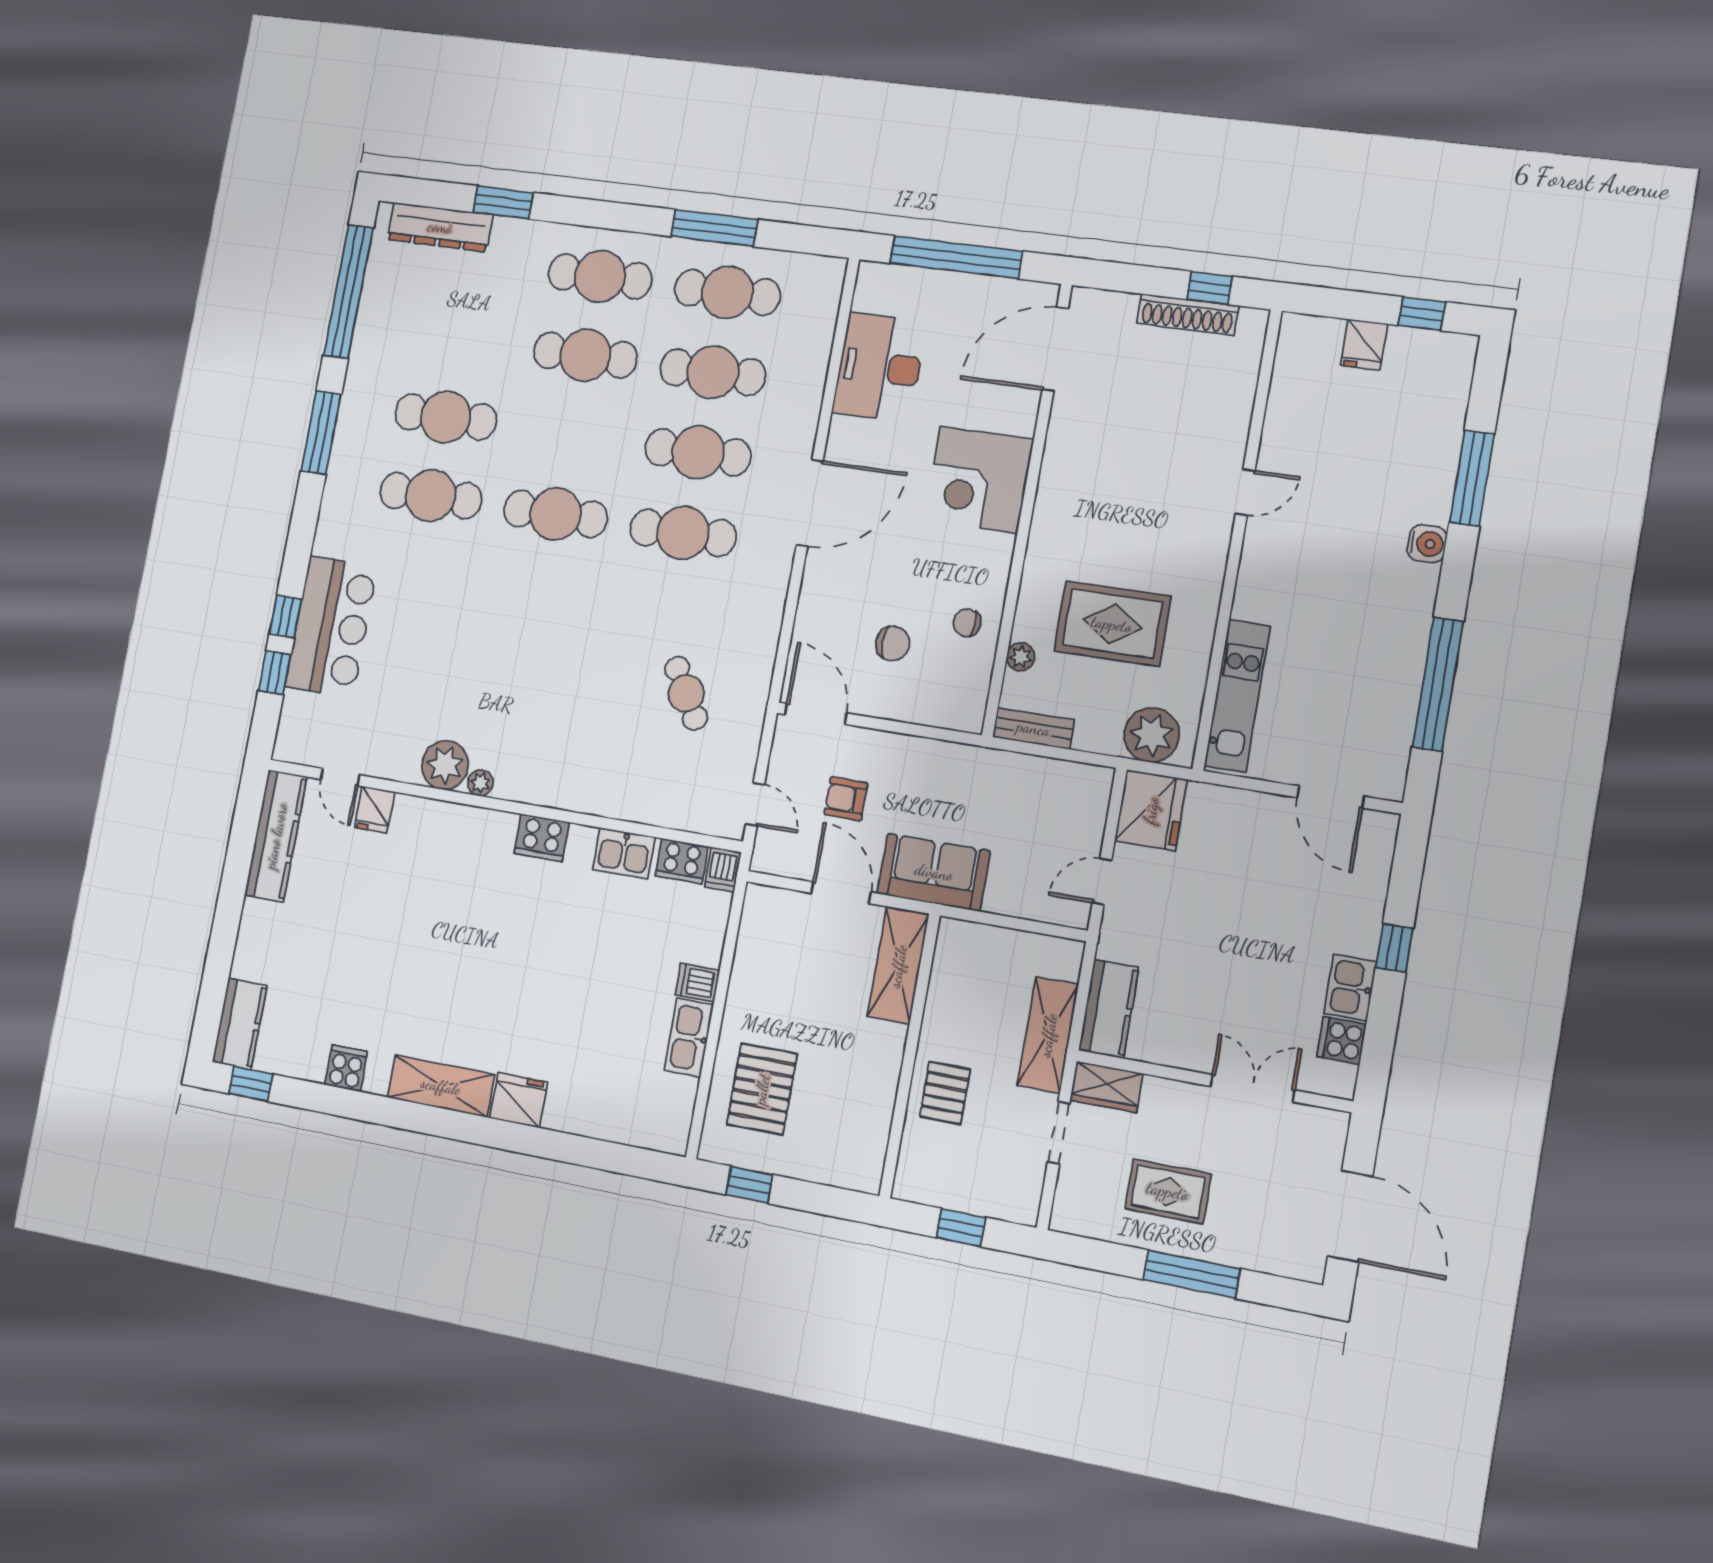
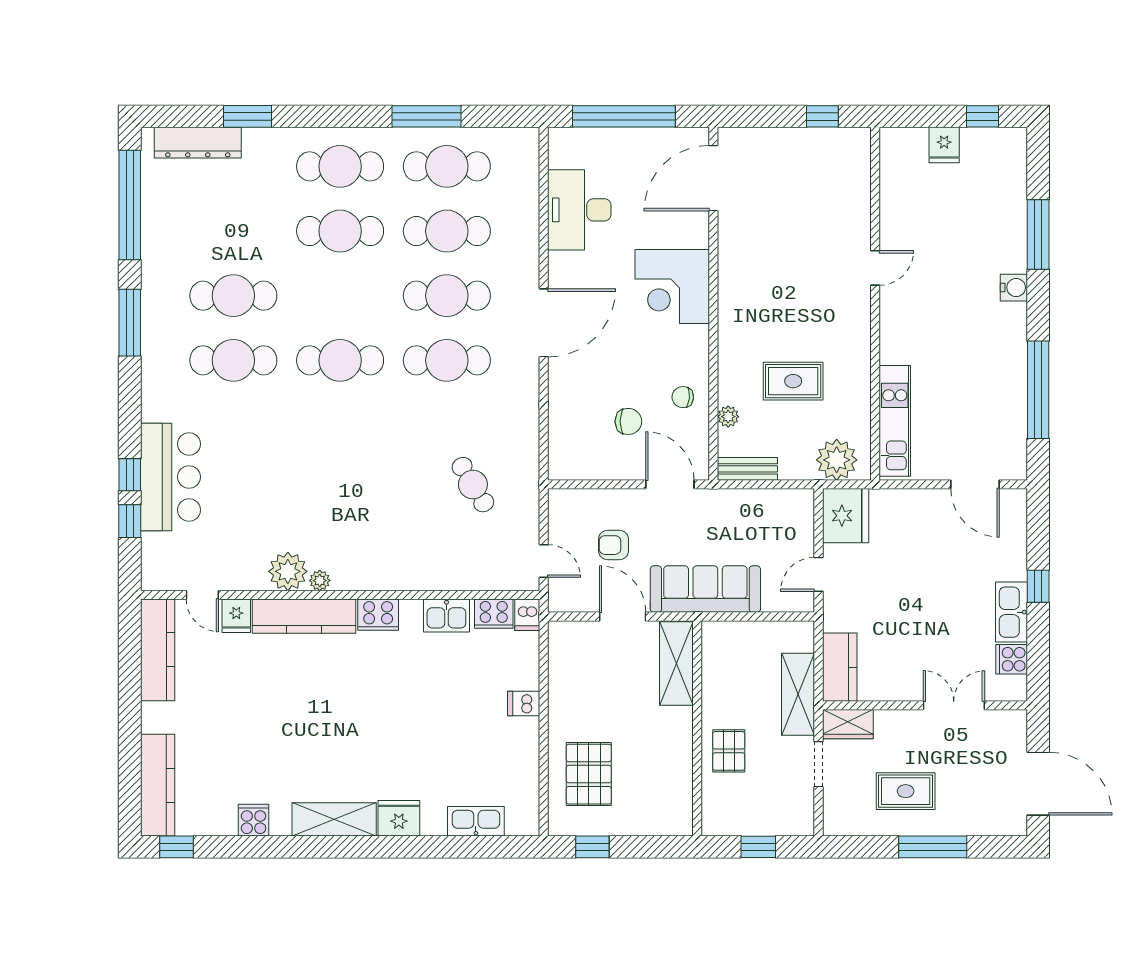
shoe rack: (1188, 314) -> (809, 139), removed
rug: (1112, 624) -> (793, 381), width x0.73, depth x0.70
door: (816, 714) -> (670, 484), moved
kitchen counter: (454, 824) -> (304, 616), added
sofa: (934, 872) -> (705, 589), width x1.36
kitchen sink: (1350, 988) -> (1012, 612), width x1.38
kitchen counter: (240, 1024) -> (158, 785), width x1.50
kitchen sink: (689, 1038) -> (476, 821), moved, turned 90

